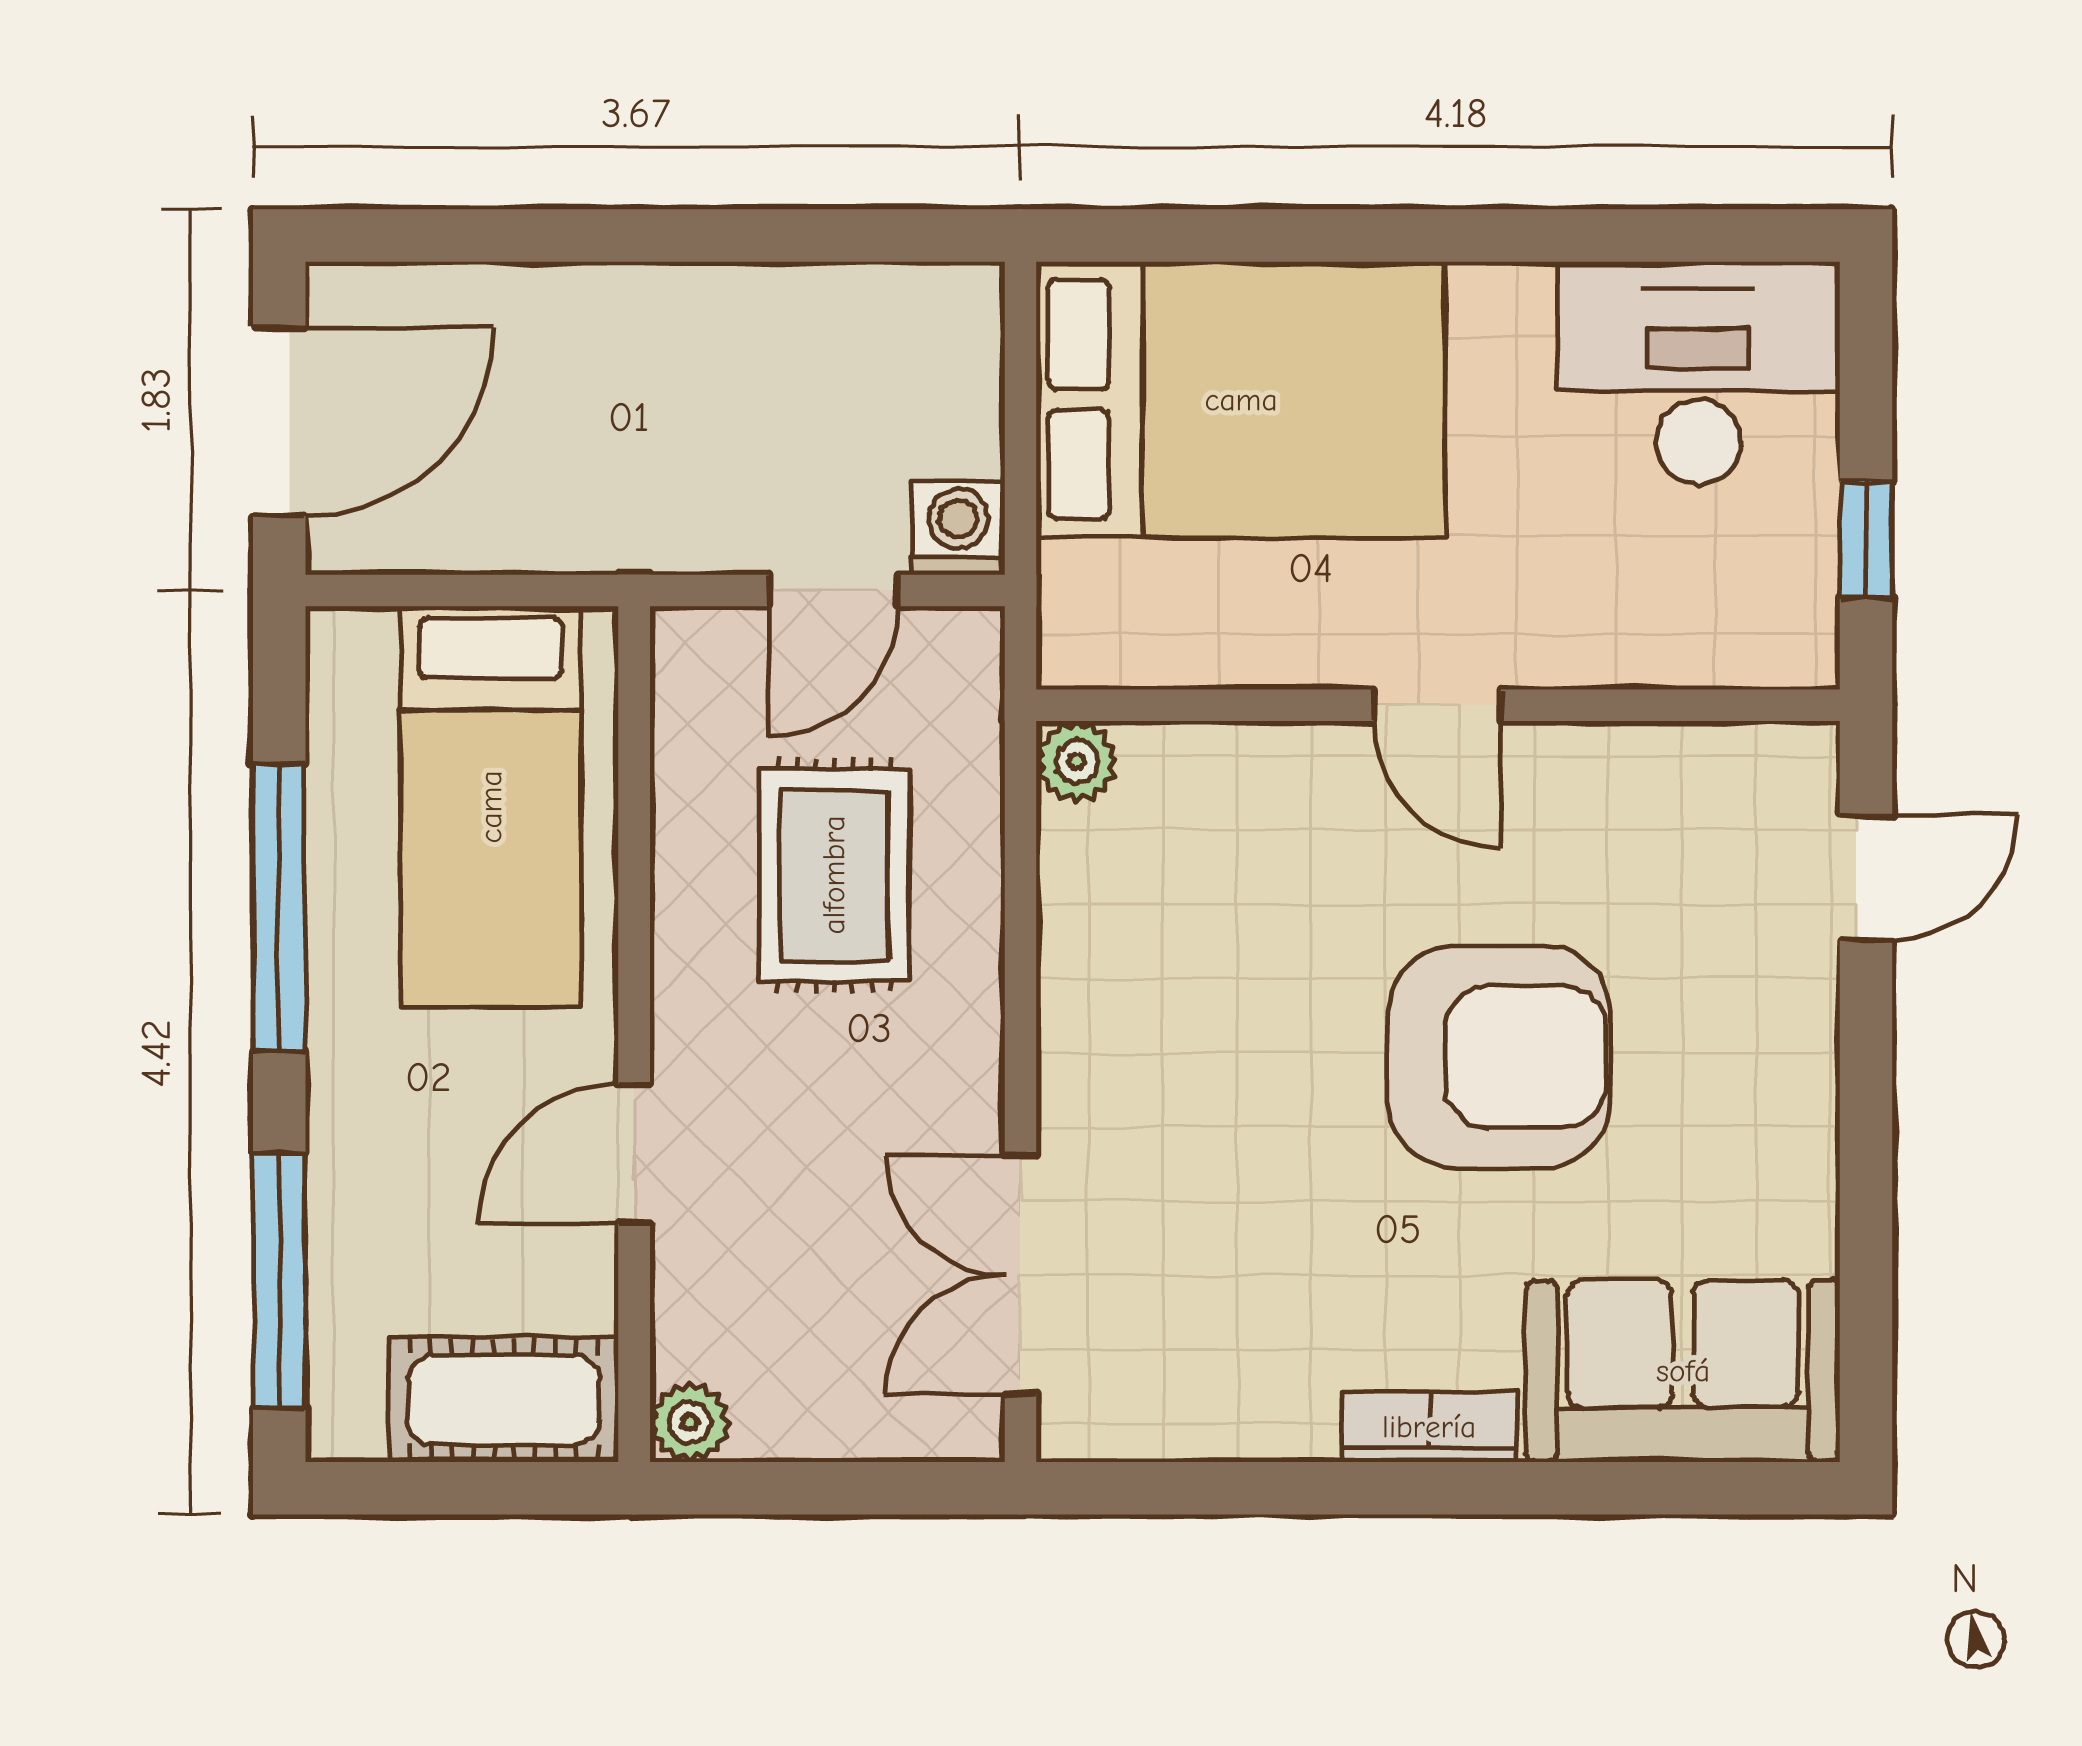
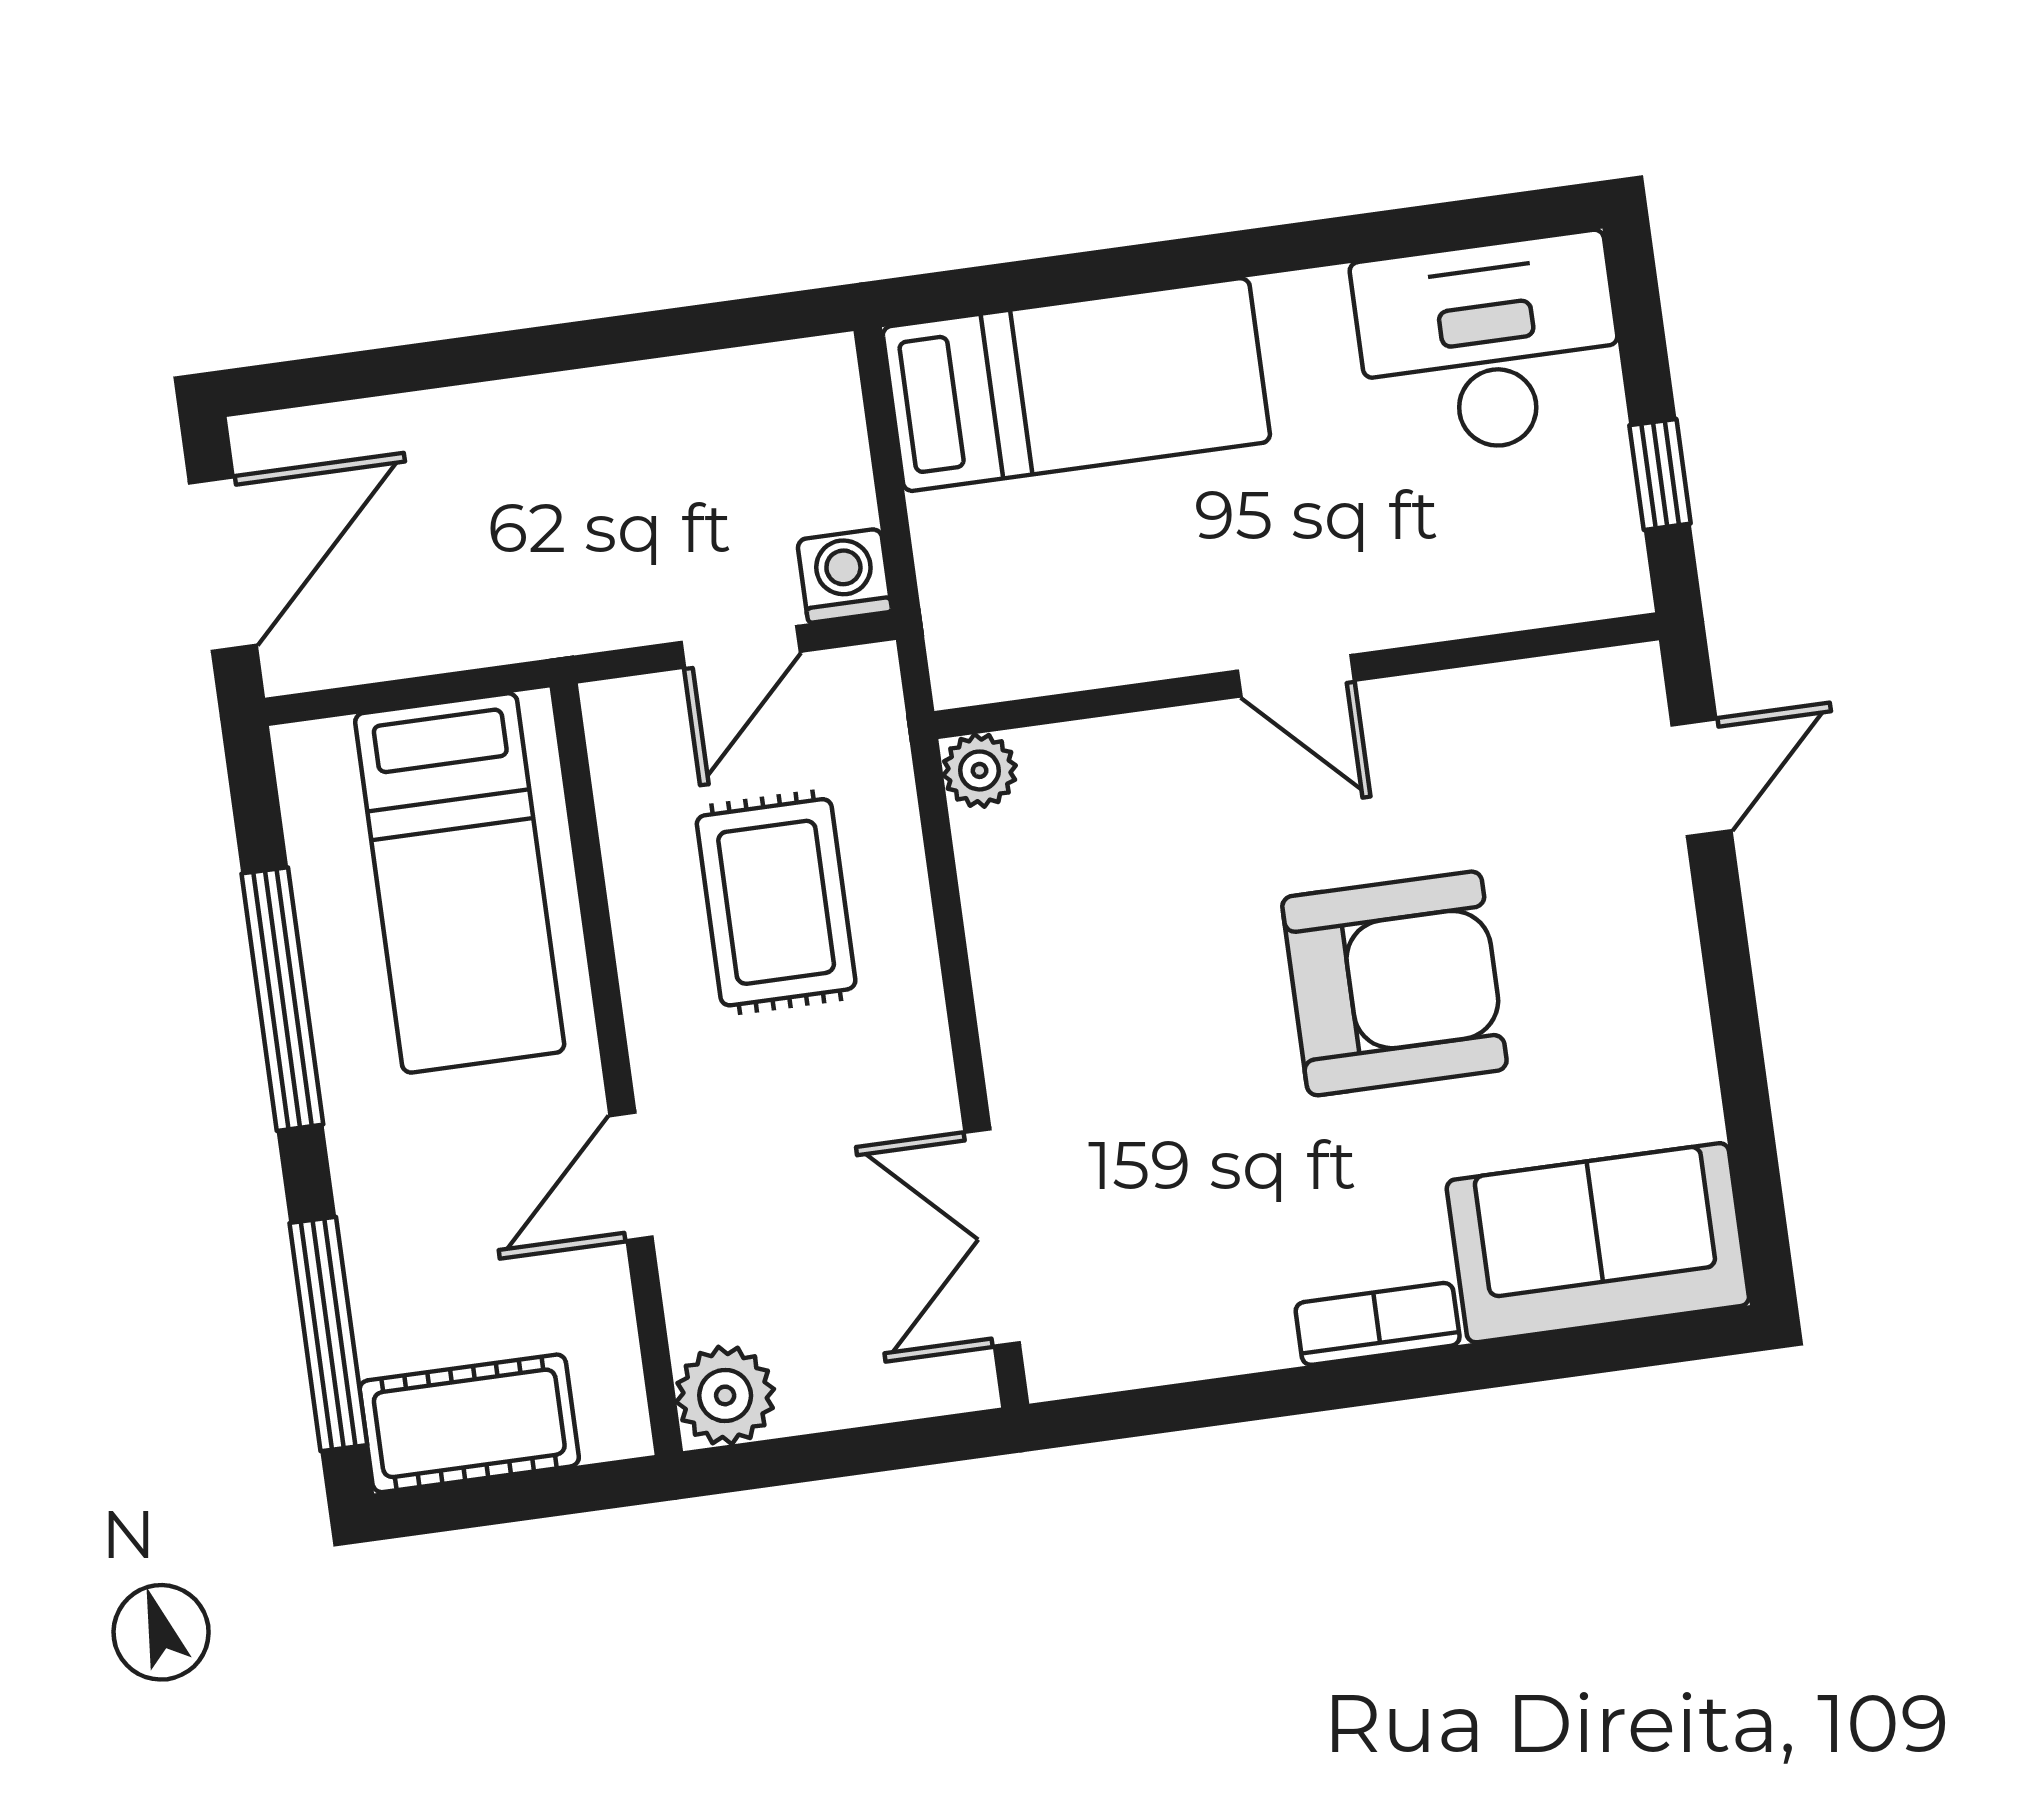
bed: (1241, 400) -> (1076, 385), width x0.67
cot: (504, 1400) -> (469, 1423), moved
plant: (690, 1422) -> (725, 1395), width x1.38, depth x1.38

